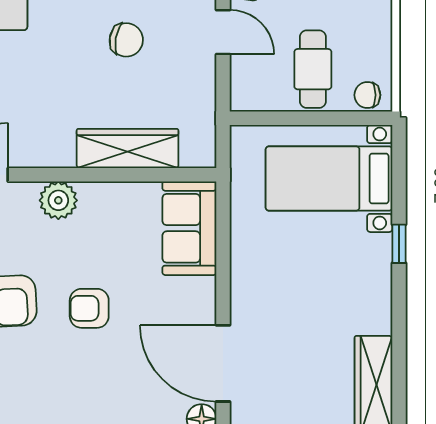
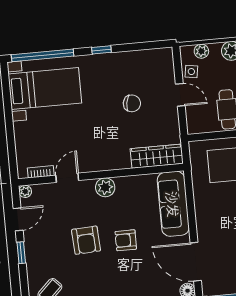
wardrobe: (128, 148) -> (157, 156), moved
sofa: (189, 228) -> (173, 204), width x1.36

